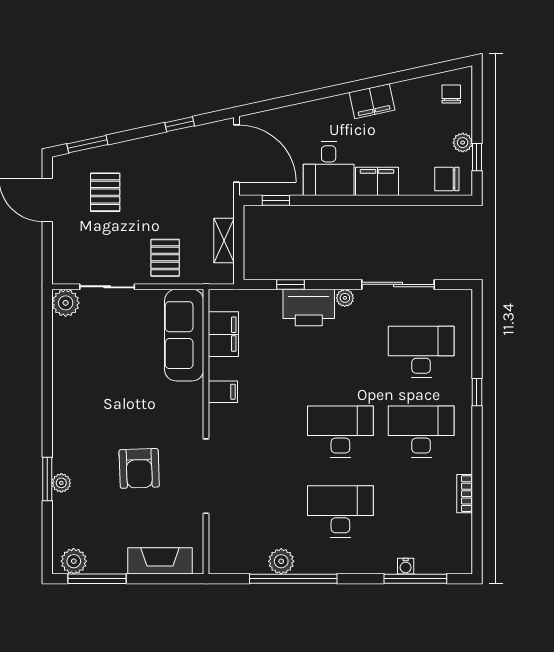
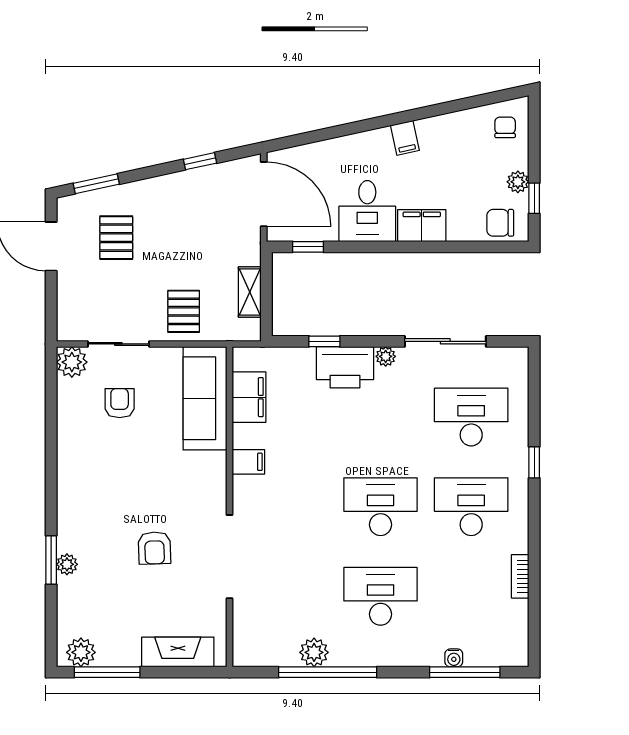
filing cabinet: (372, 101) -> (405, 138), width x0.50
armchair: (108, 339) -> (120, 403), added
armchair: (139, 468) -> (154, 548), width x0.72, depth x0.72

